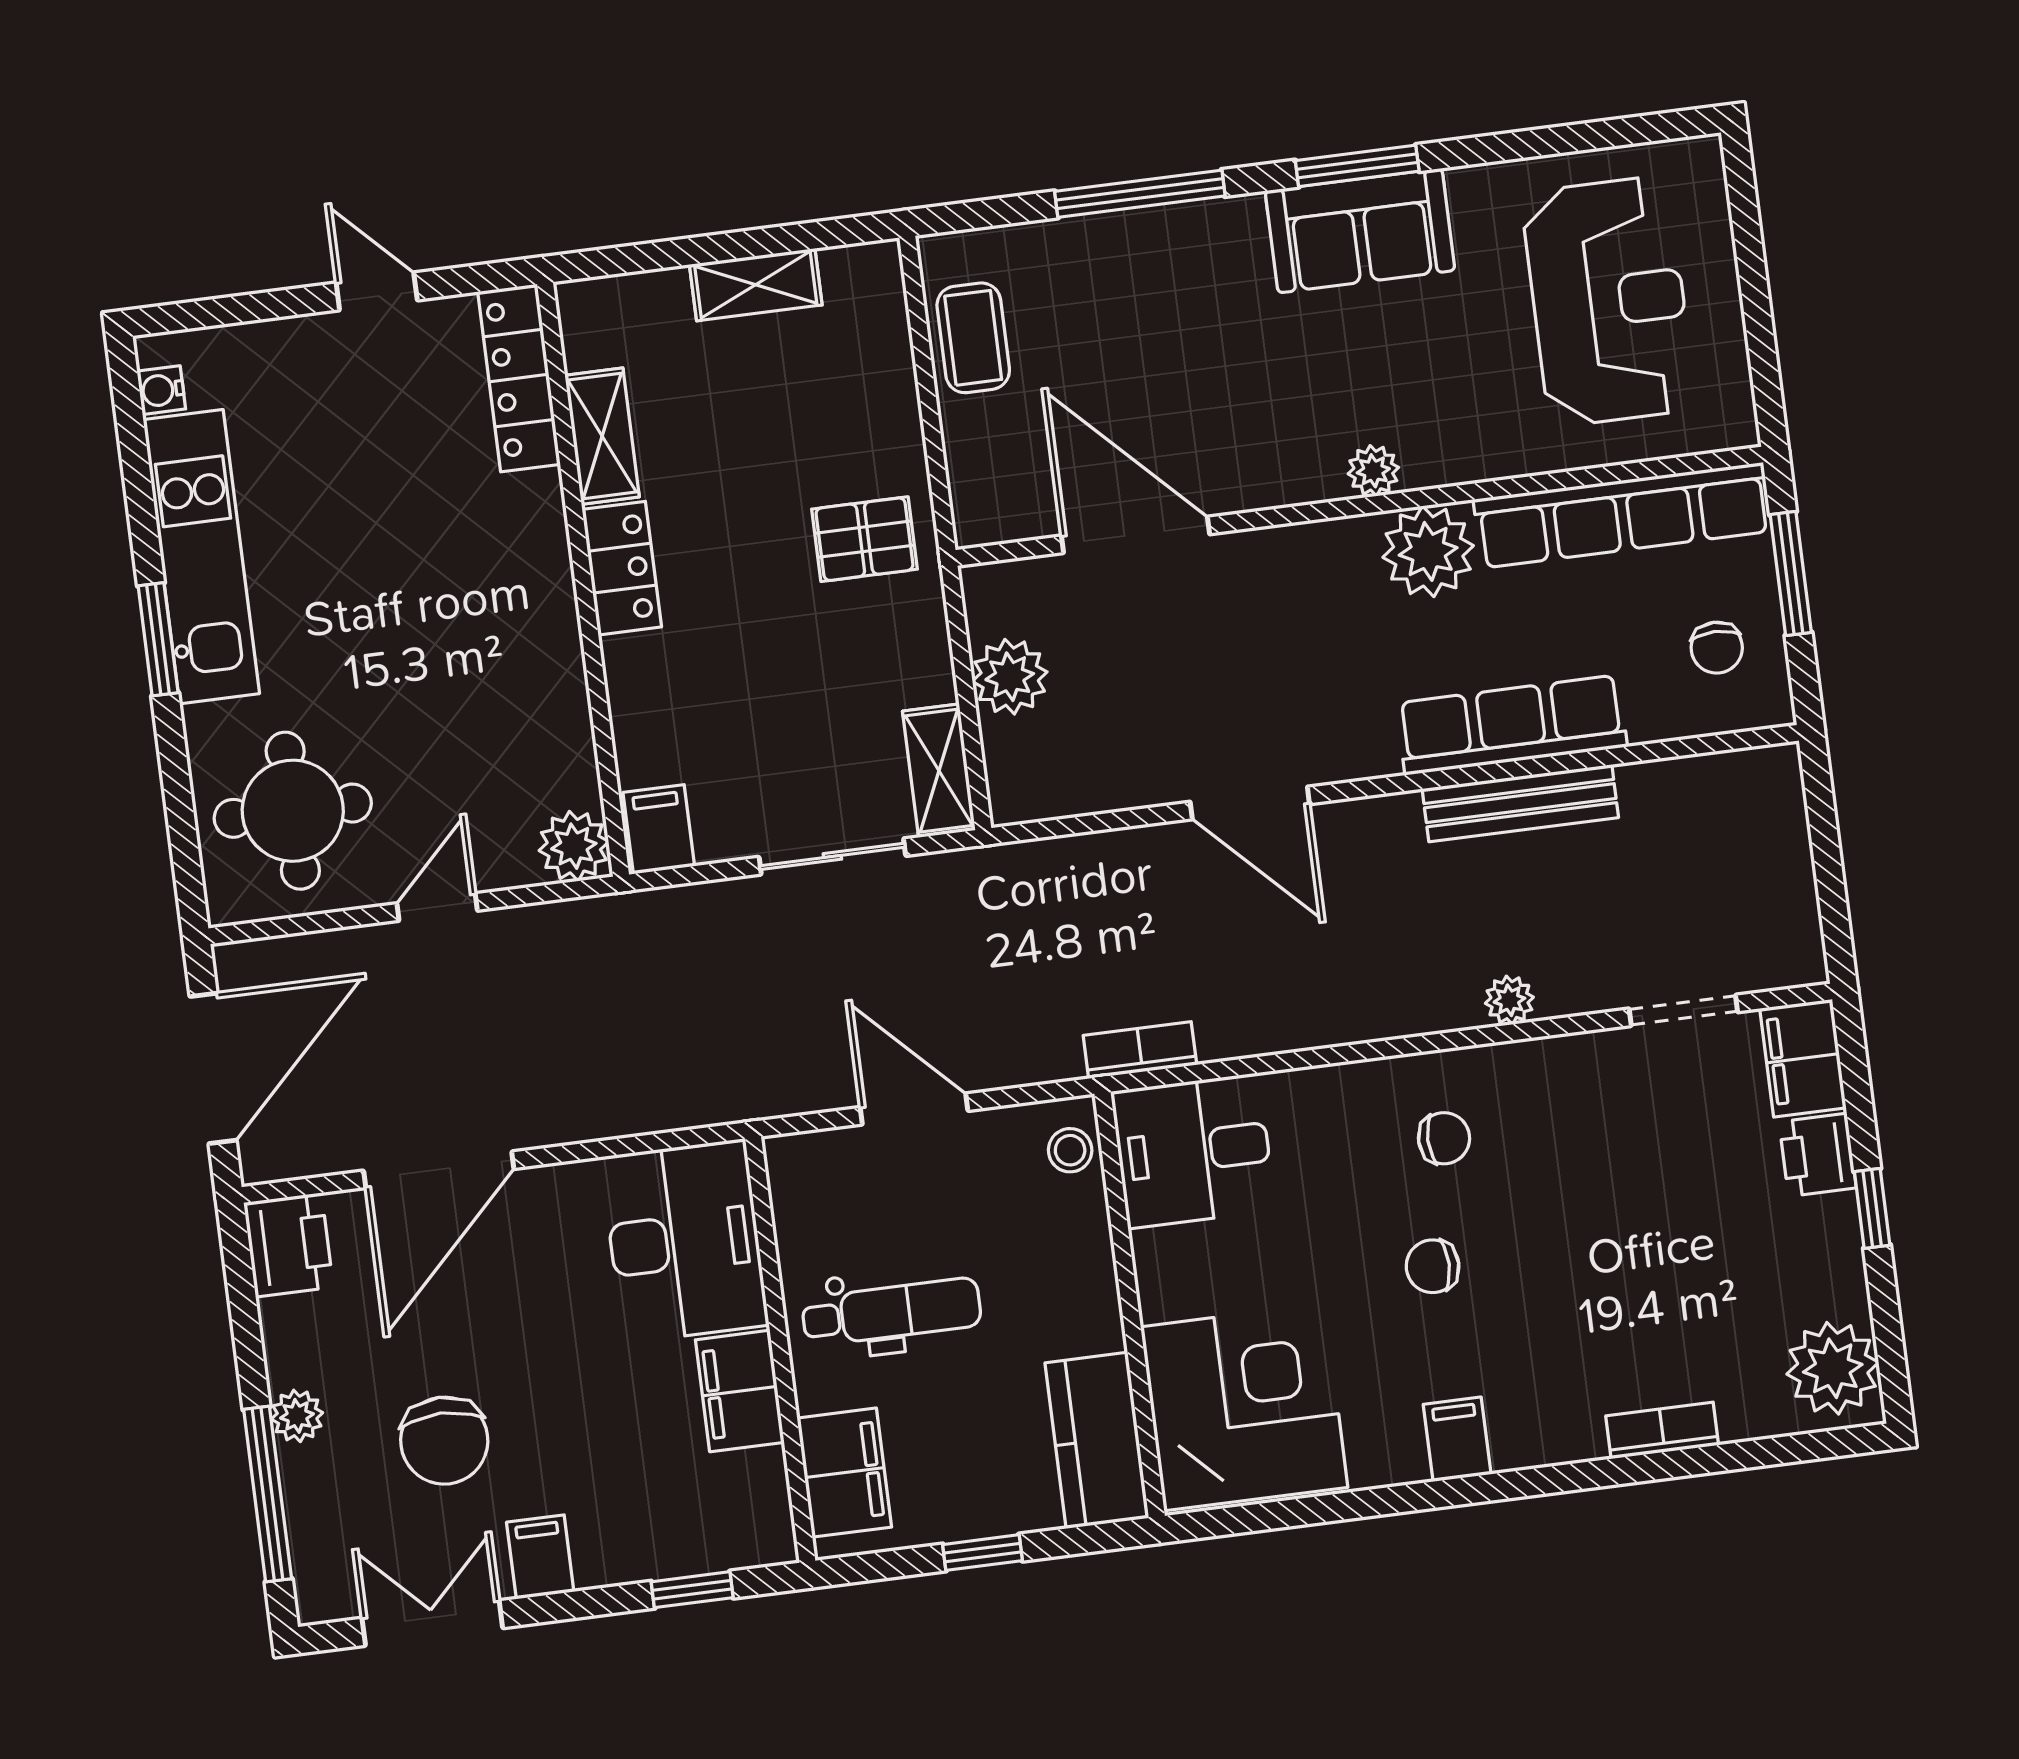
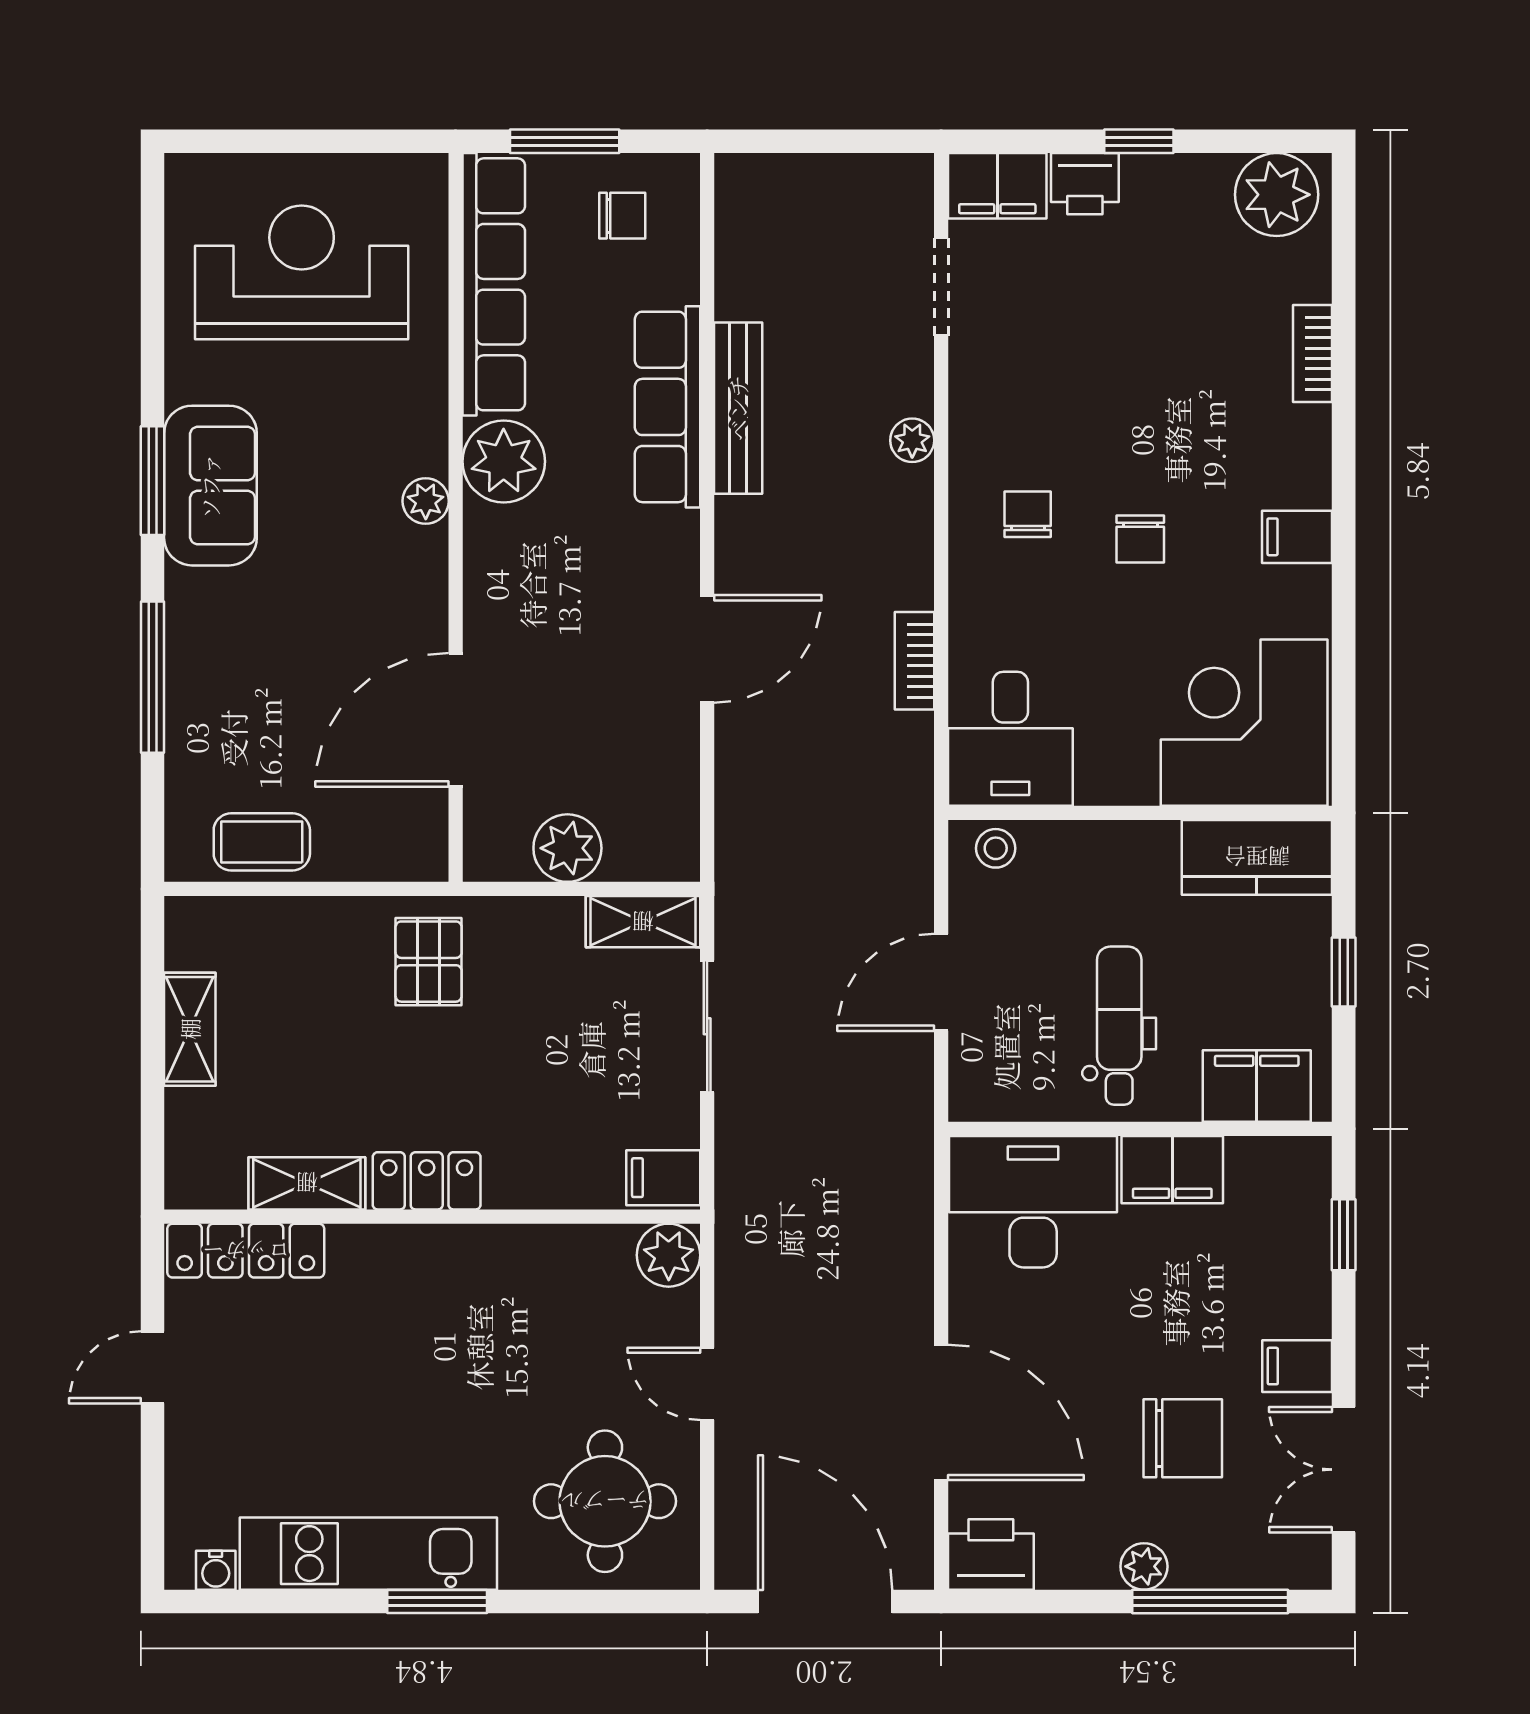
bookcase: (1140, 1050) -> (915, 661), moved

